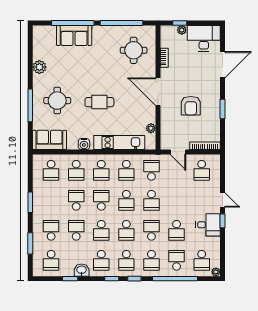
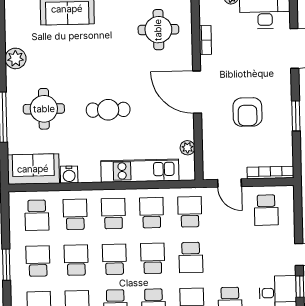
water cooler: (84, 144) -> (69, 175), moved
school desk: (76, 170) -> (75, 214), turned 180
school desk: (101, 170) -> (113, 214), turned 180
school desk: (126, 170) -> (152, 213), turned 180
school desk: (51, 200) -> (38, 261), added
school desk: (126, 200) -> (153, 258), turned 180

